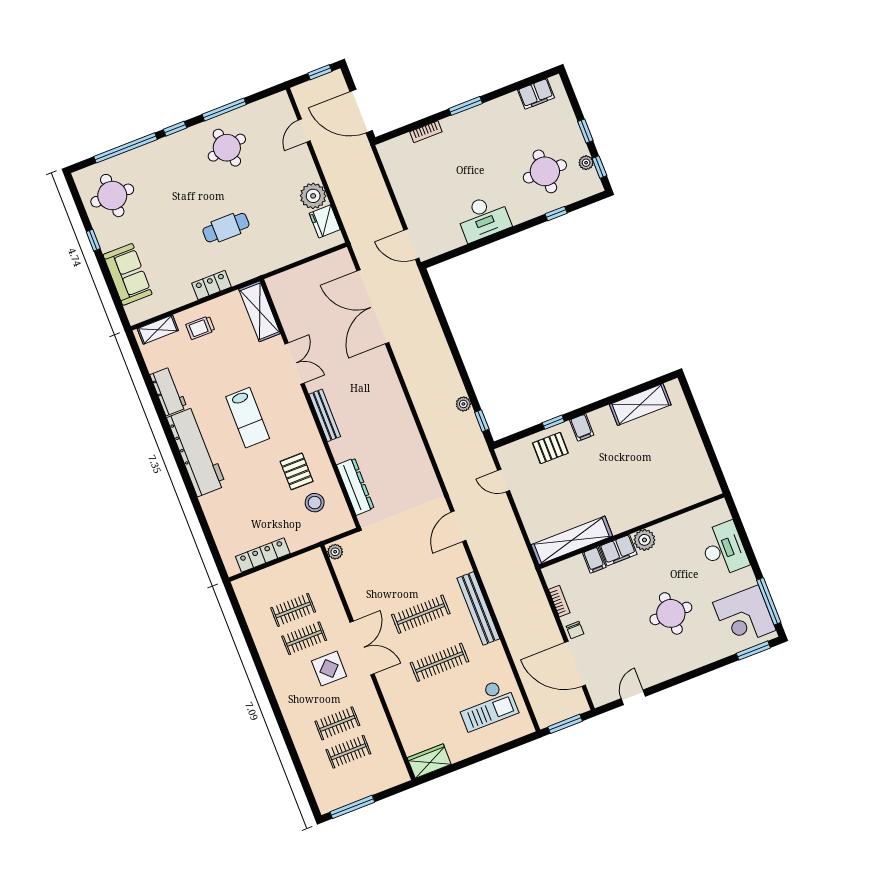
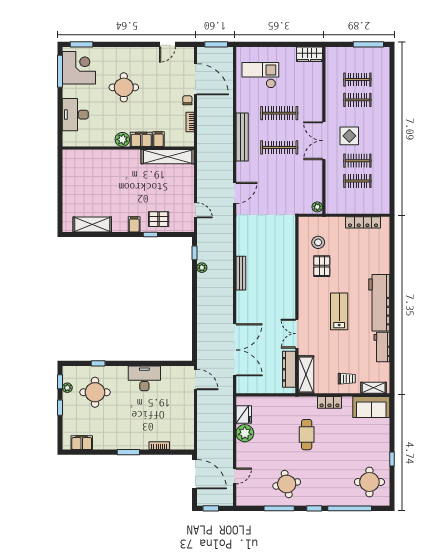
cafe table: (226, 228) -> (307, 435), turned 90
sofa: (128, 274) -> (371, 407), moved, turned -90
bench: (325, 415) -> (241, 273), moved
dresser: (355, 487) -> (289, 369), moved

